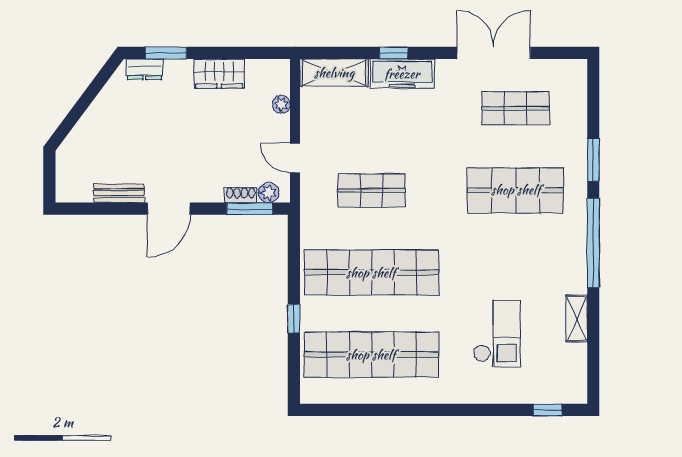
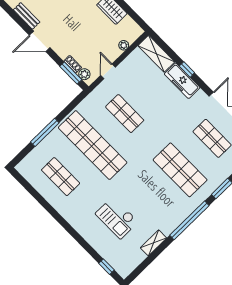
window: (294, 319) -> (45, 132), width x2.17
checkout: (497, 334) -> (117, 218), turned 90
shop shelf: (371, 355) -> (61, 177), width x0.50, depth x0.74

